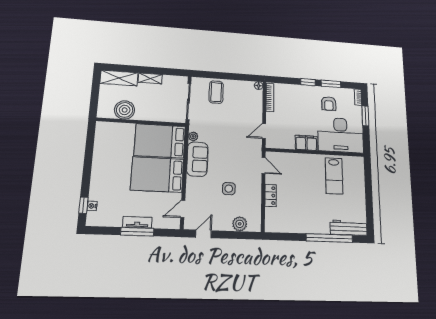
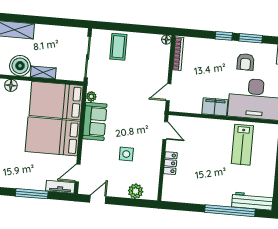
shelving: (150, 78) -> (43, 72), moved
floor lamp: (116, 128) -> (11, 85), added
tv unit: (137, 222) -> (60, 187), moved

